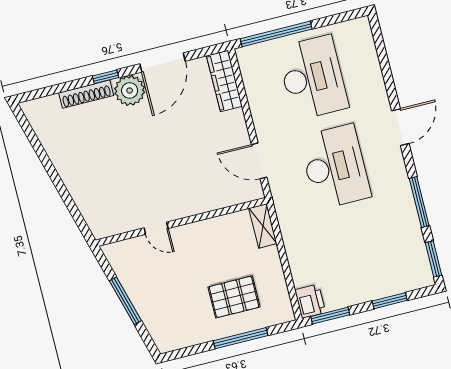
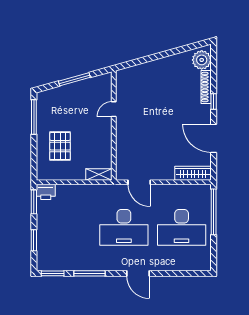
plant: (130, 91) -> (202, 60), moved
door: (259, 161) -> (139, 182), swing flipped
window: (241, 338) -> (34, 117), moved

